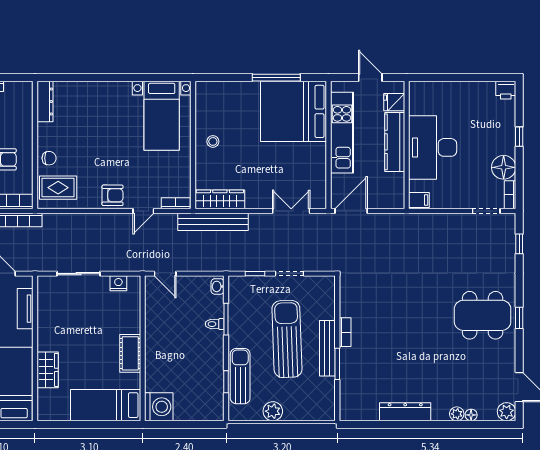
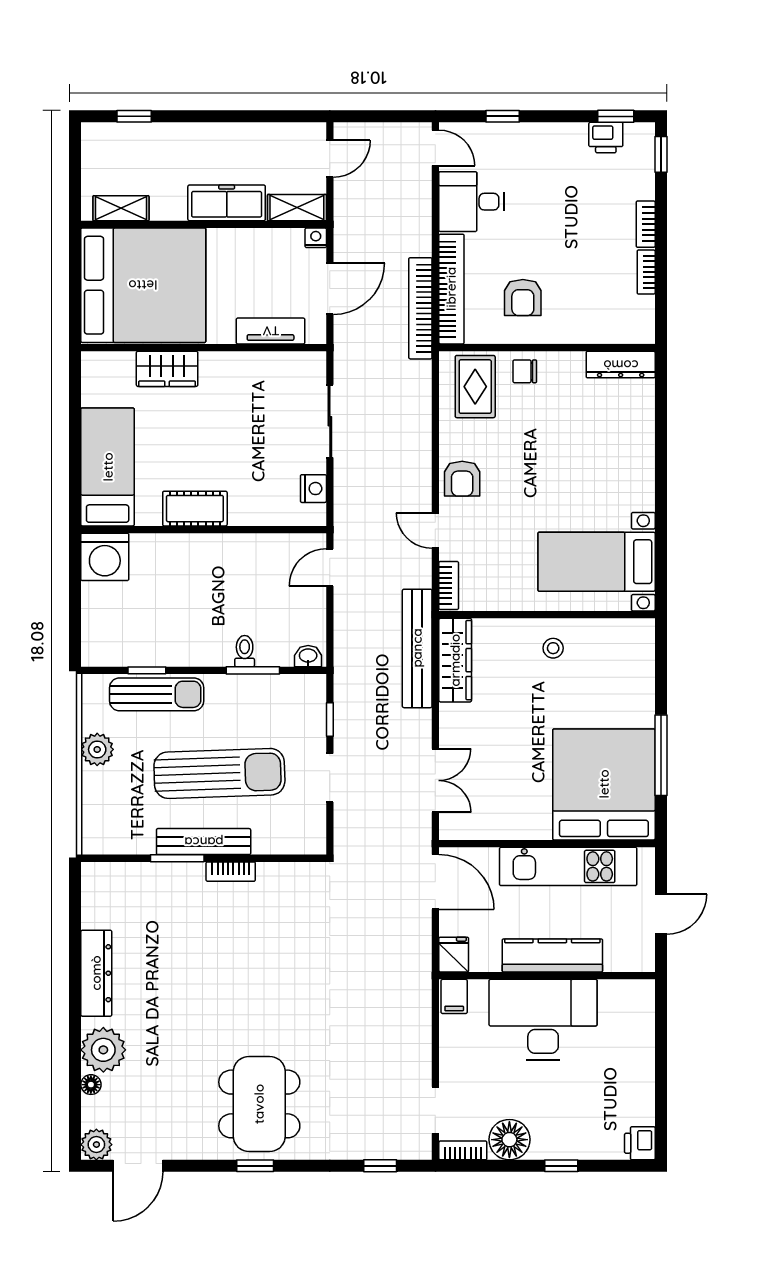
fridge: (394, 102) -> (454, 955), moved
chair: (49, 158) -> (525, 371), turned 90
plant: (457, 414) -> (103, 1050), width x1.88, depth x1.88

